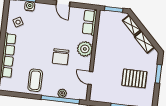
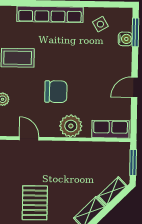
chair: (61, 57) -> (56, 92), turned 180
door: (90, 78) -> (29, 138), hinge flipped

